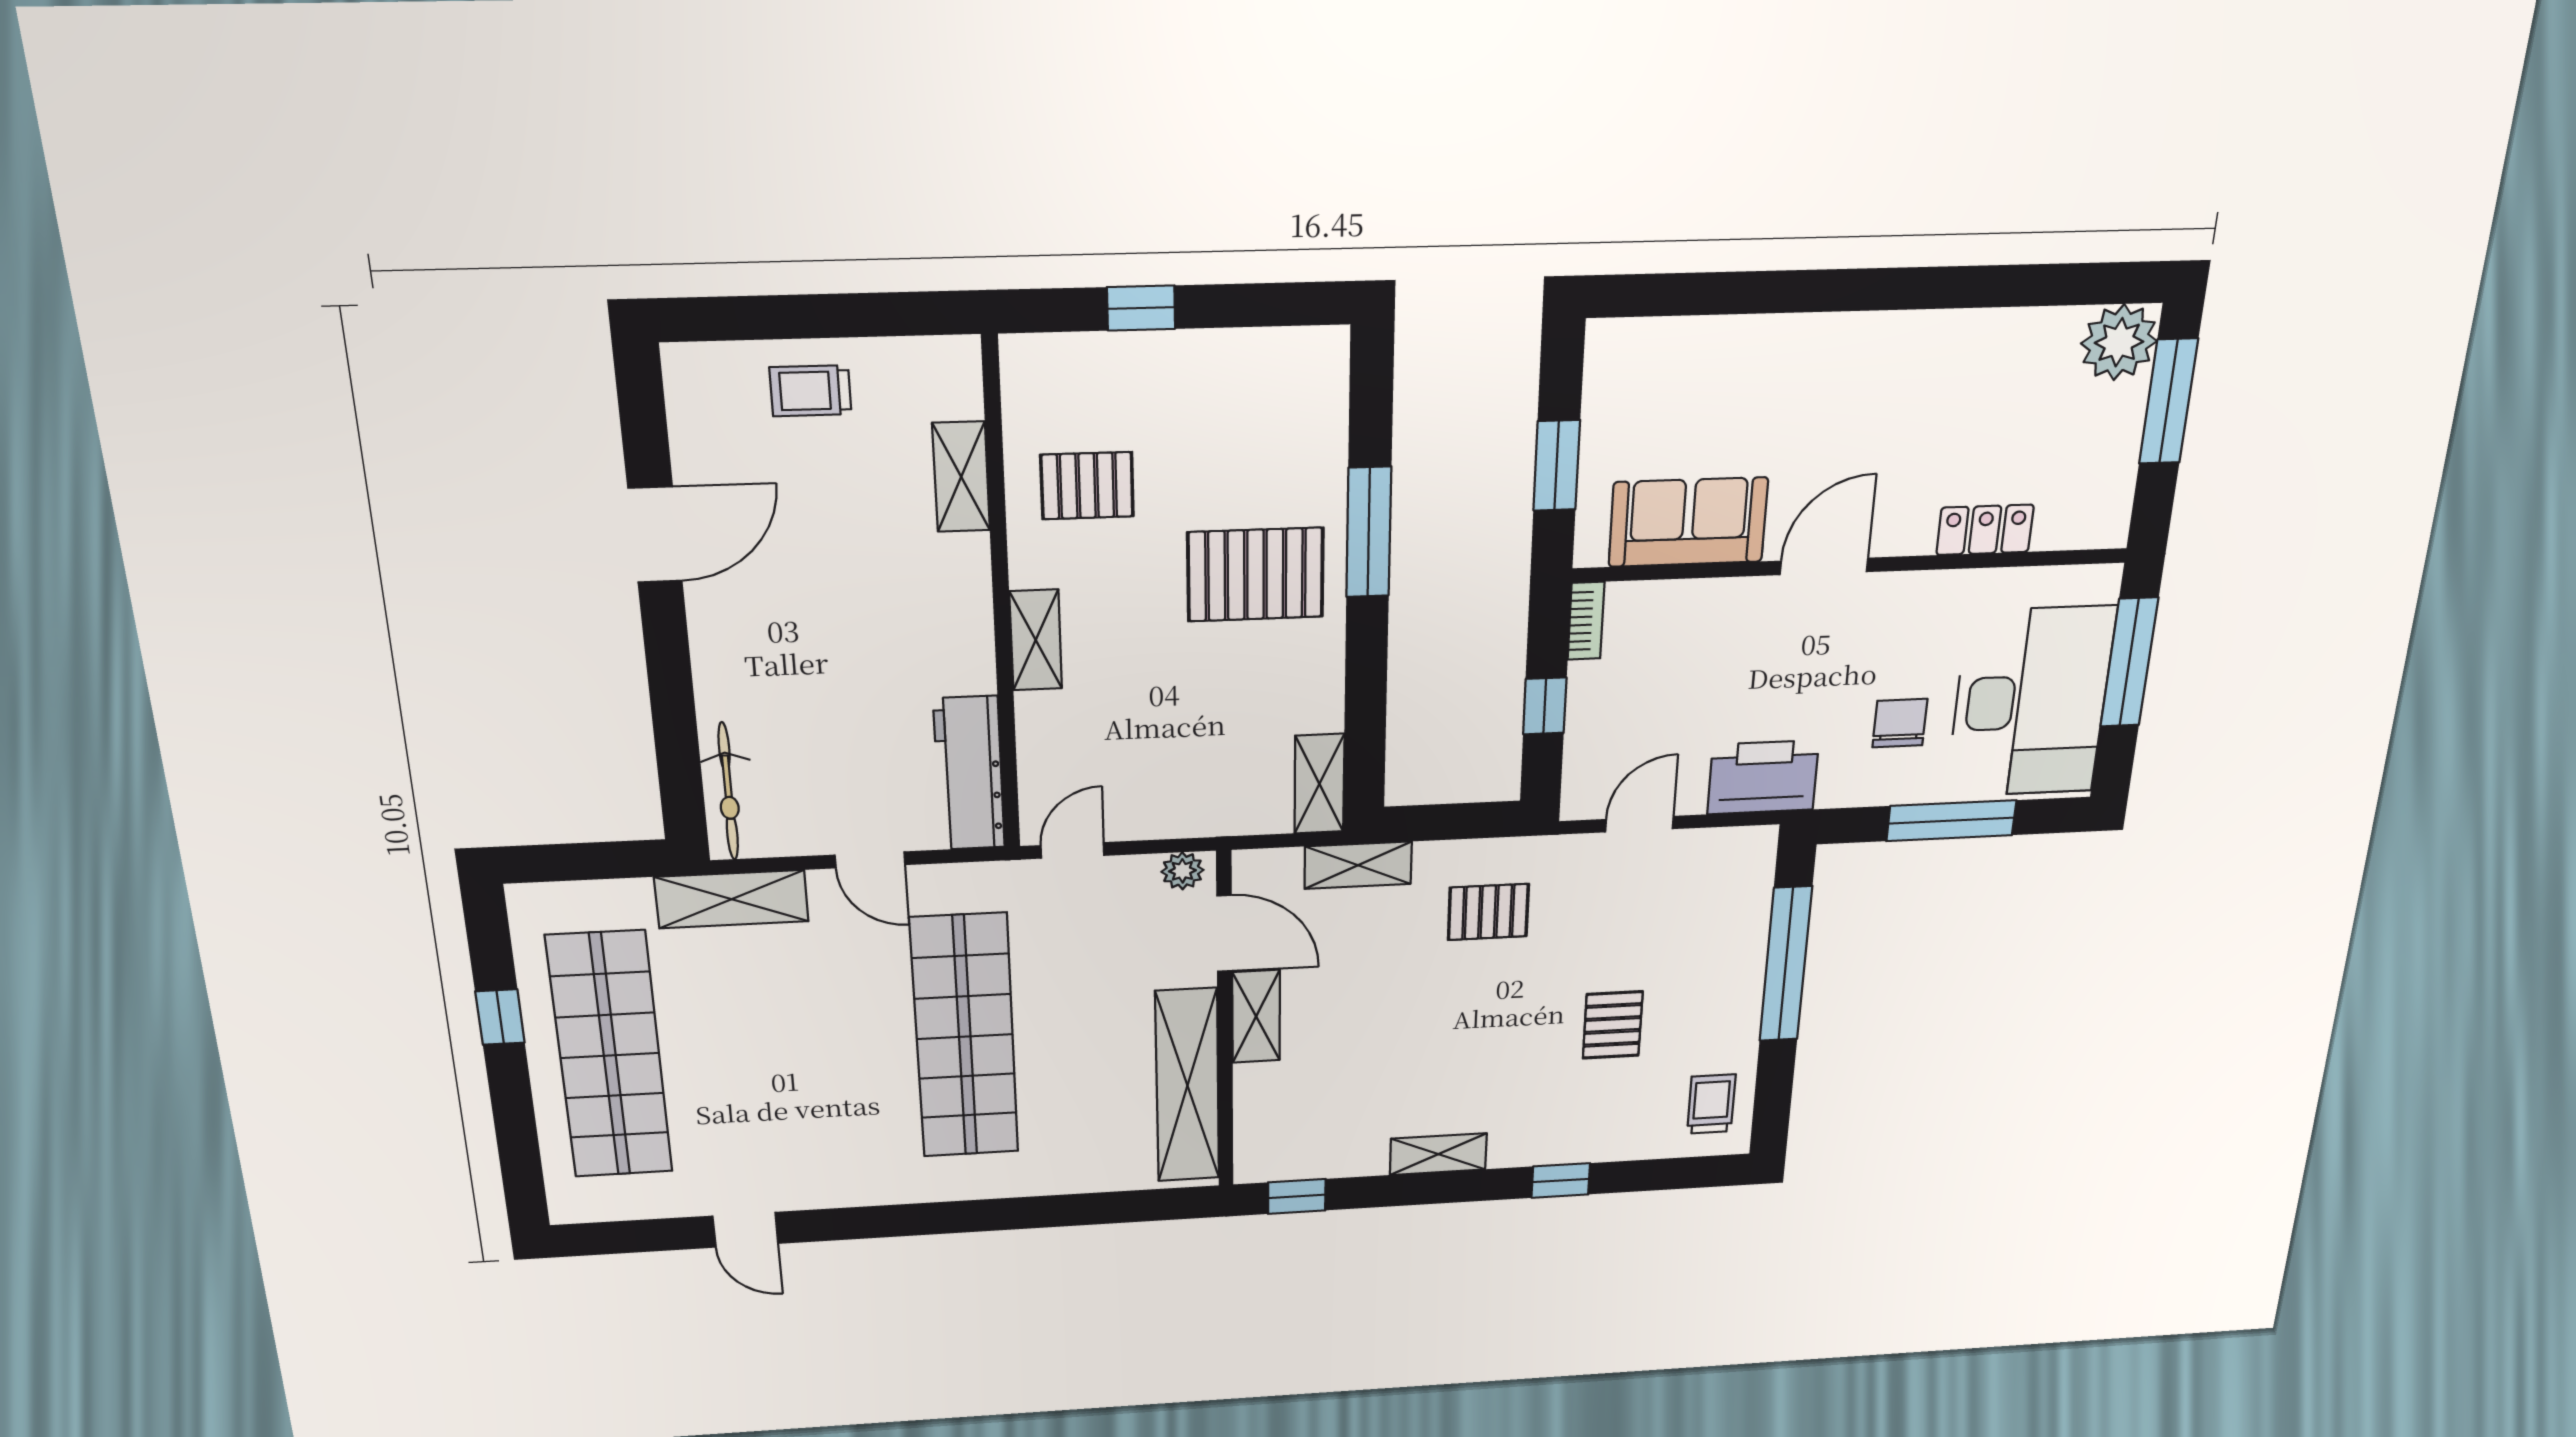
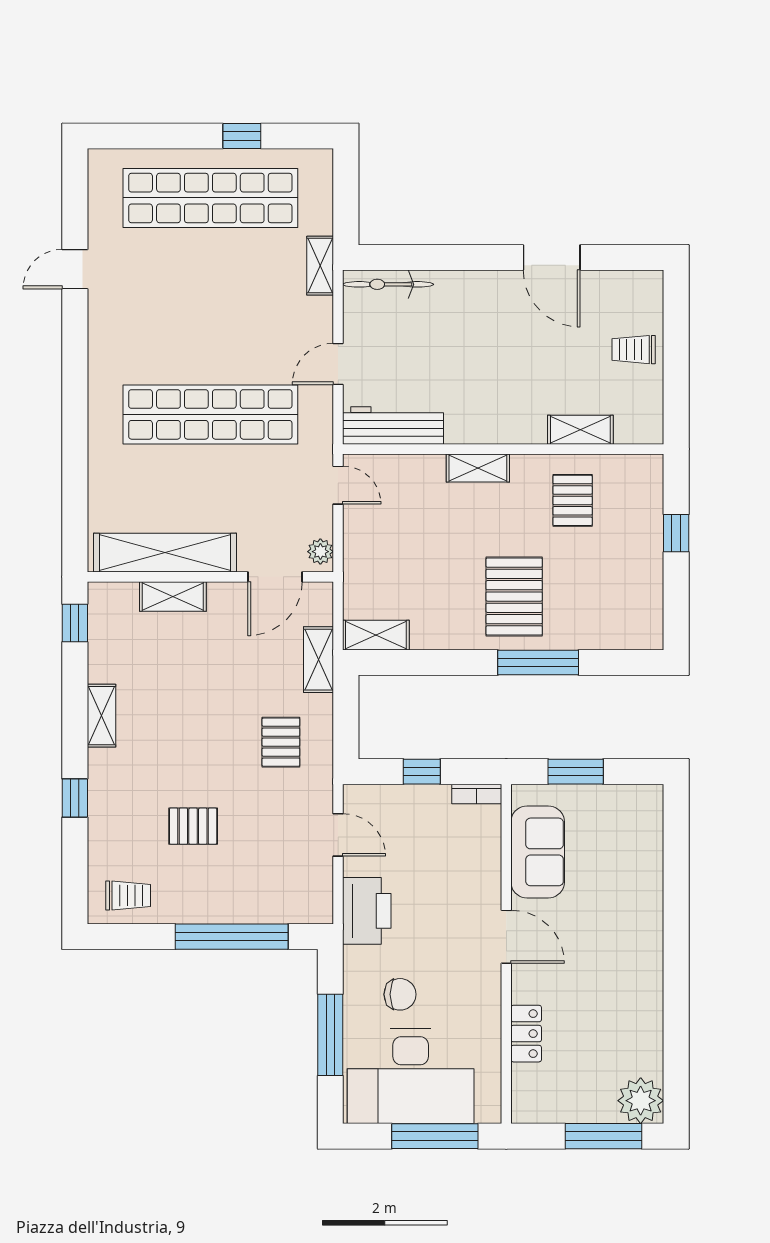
trolley: (811, 391) -> (634, 350), turned -90
shelving: (732, 899) -> (320, 266), width x0.67, depth x0.75
shelving: (1256, 1016) -> (173, 596), moved

